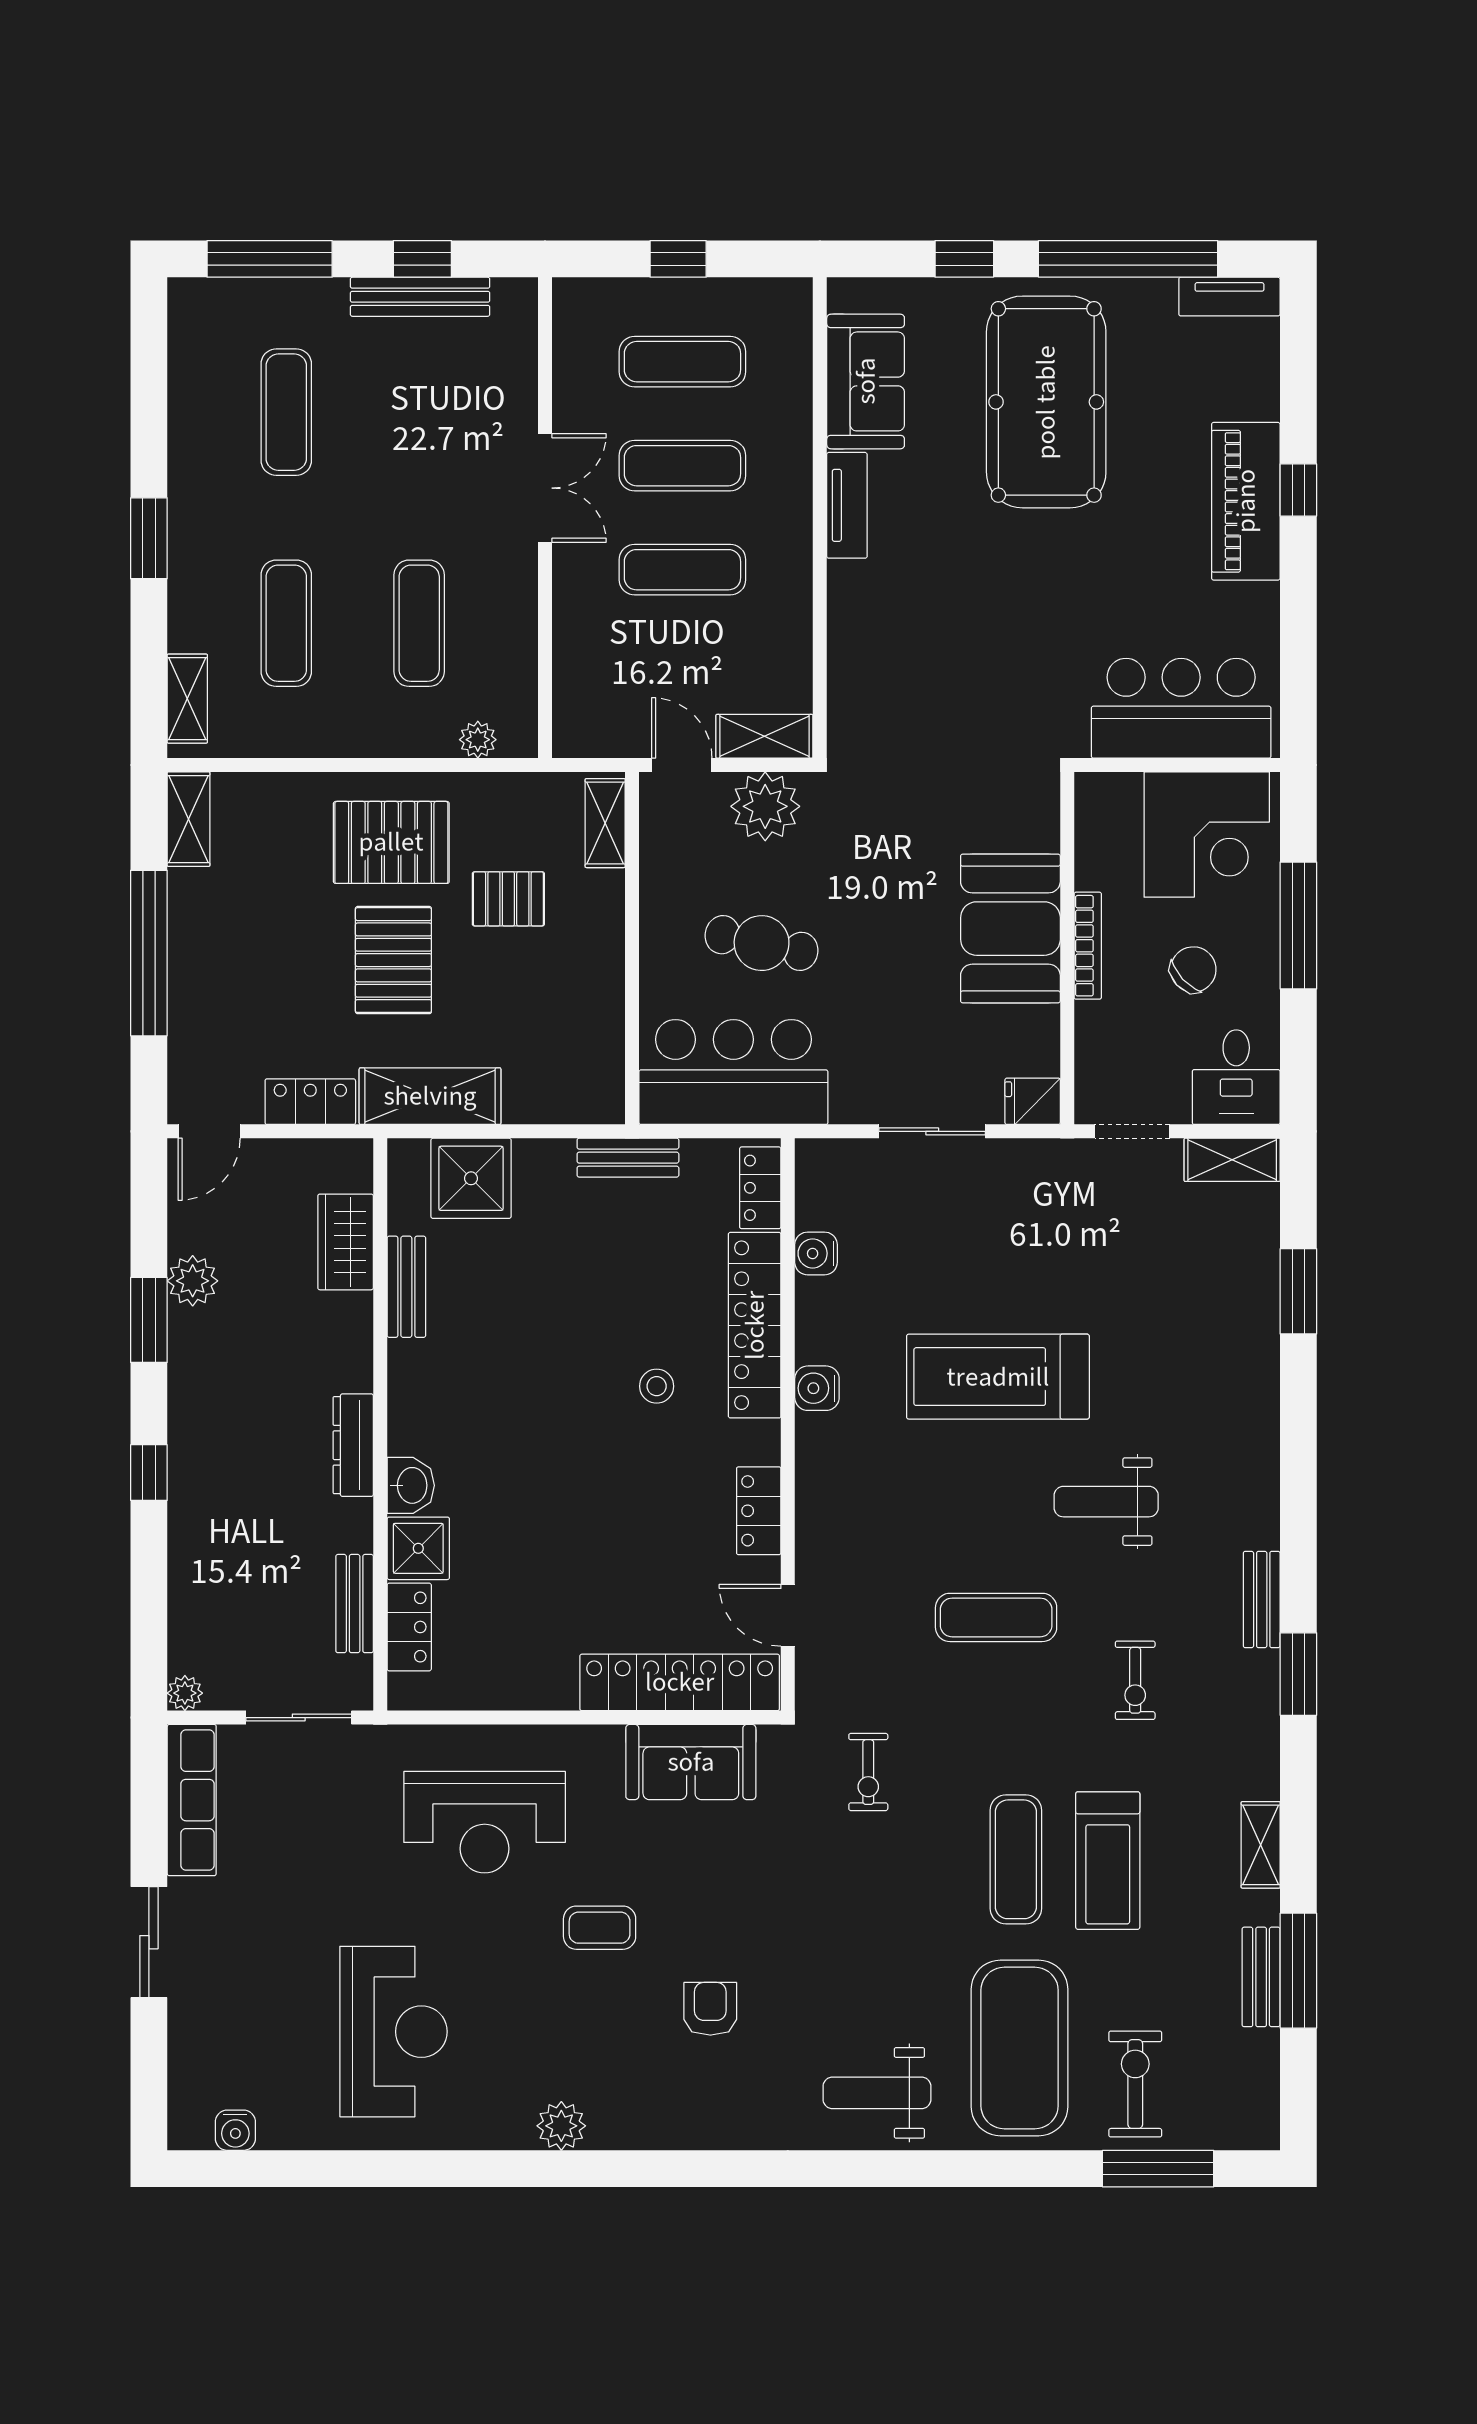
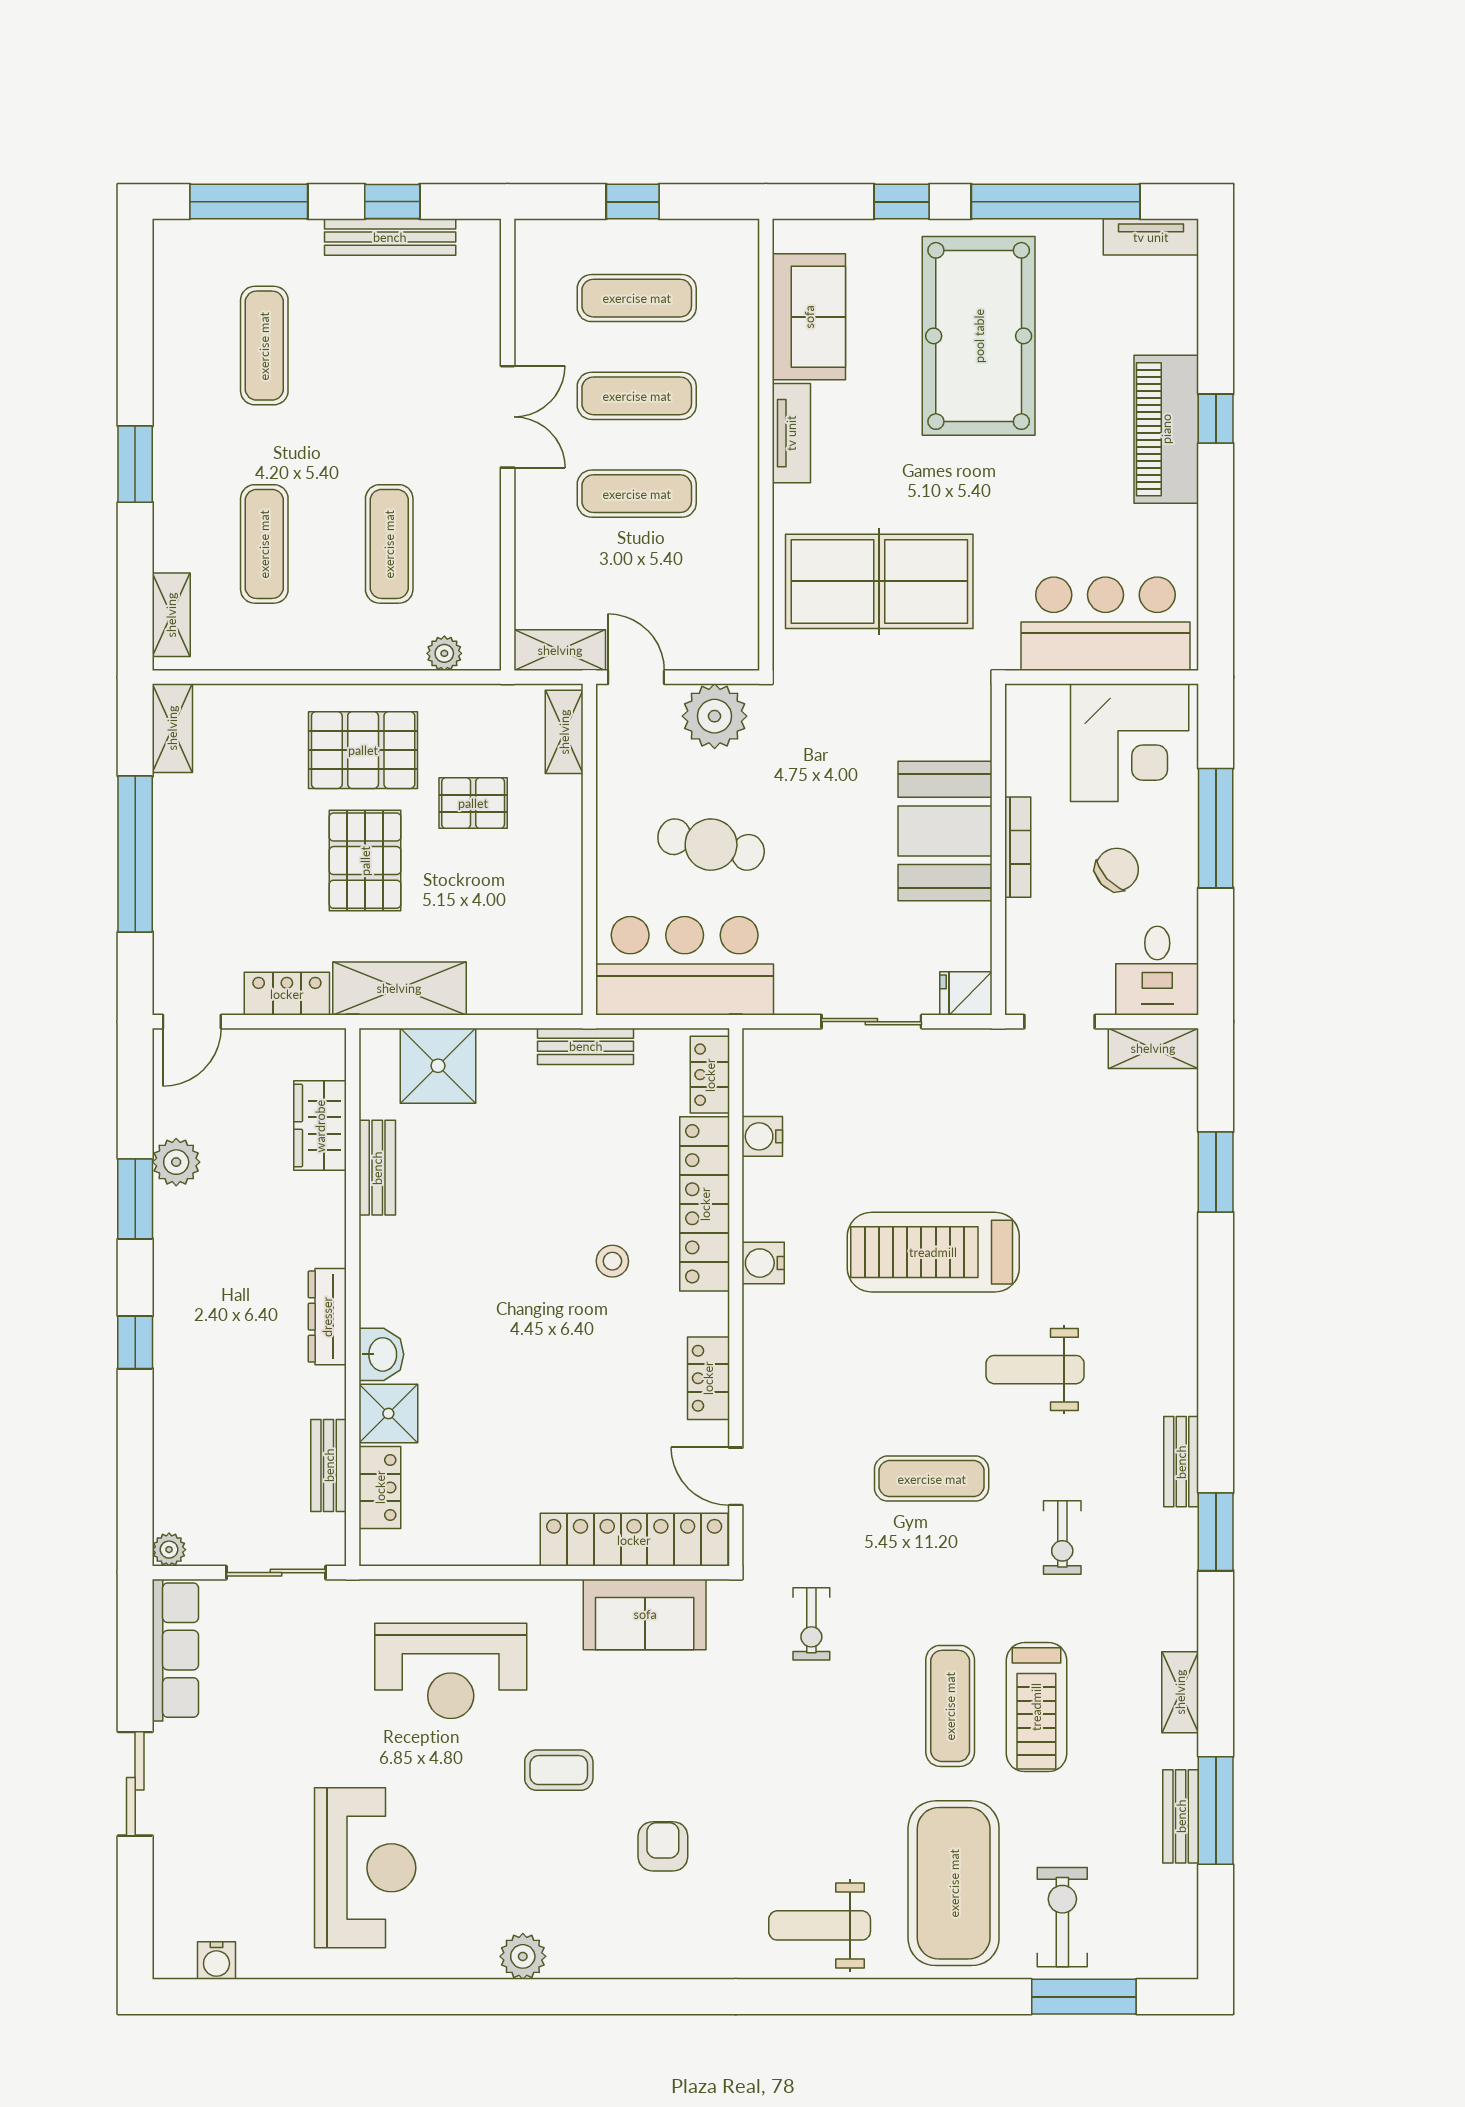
table tennis table: (941, 663) -> (879, 581), added
shelving: (764, 736) -> (560, 650), moved

